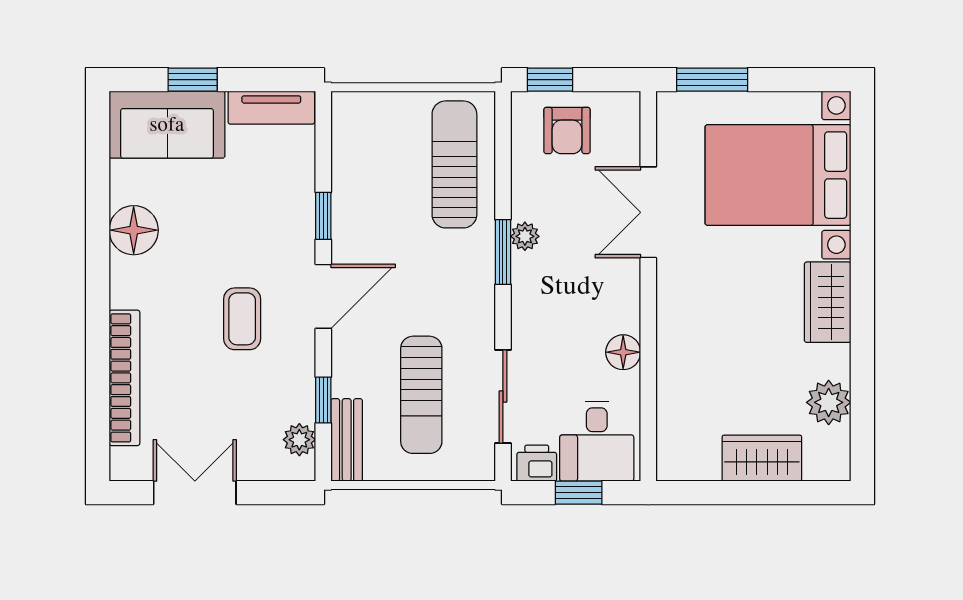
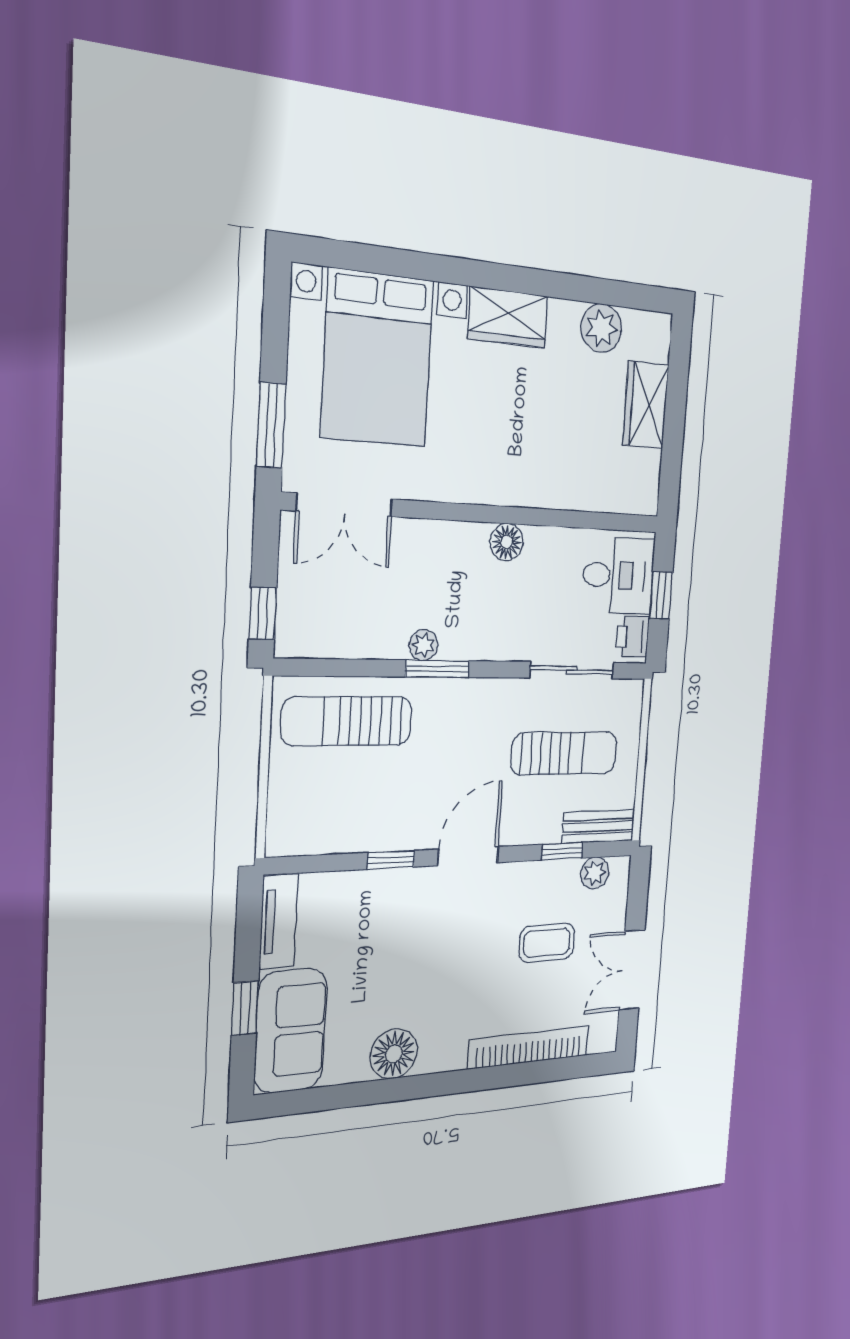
armchair: (567, 130) -> (318, 596), removed
double door: (648, 212) -> (345, 505), moved
door: (323, 296) -> (468, 856), hinge flipped
coffee table: (242, 319) -> (547, 943), moved
floor lamp: (623, 352) -> (507, 542), moved

